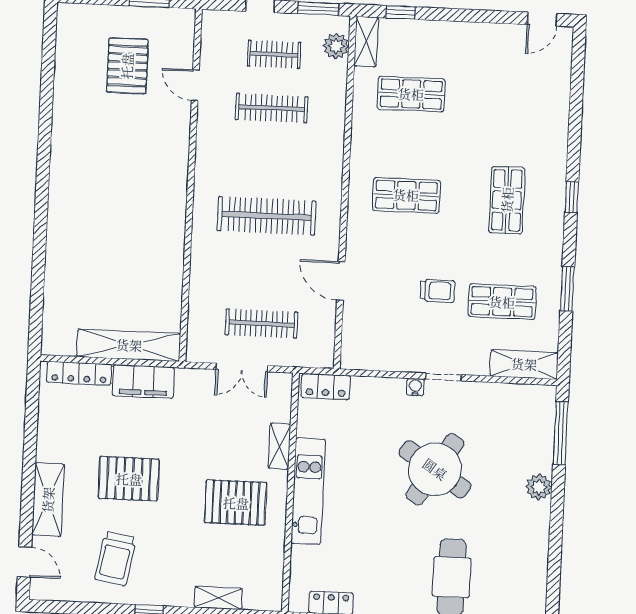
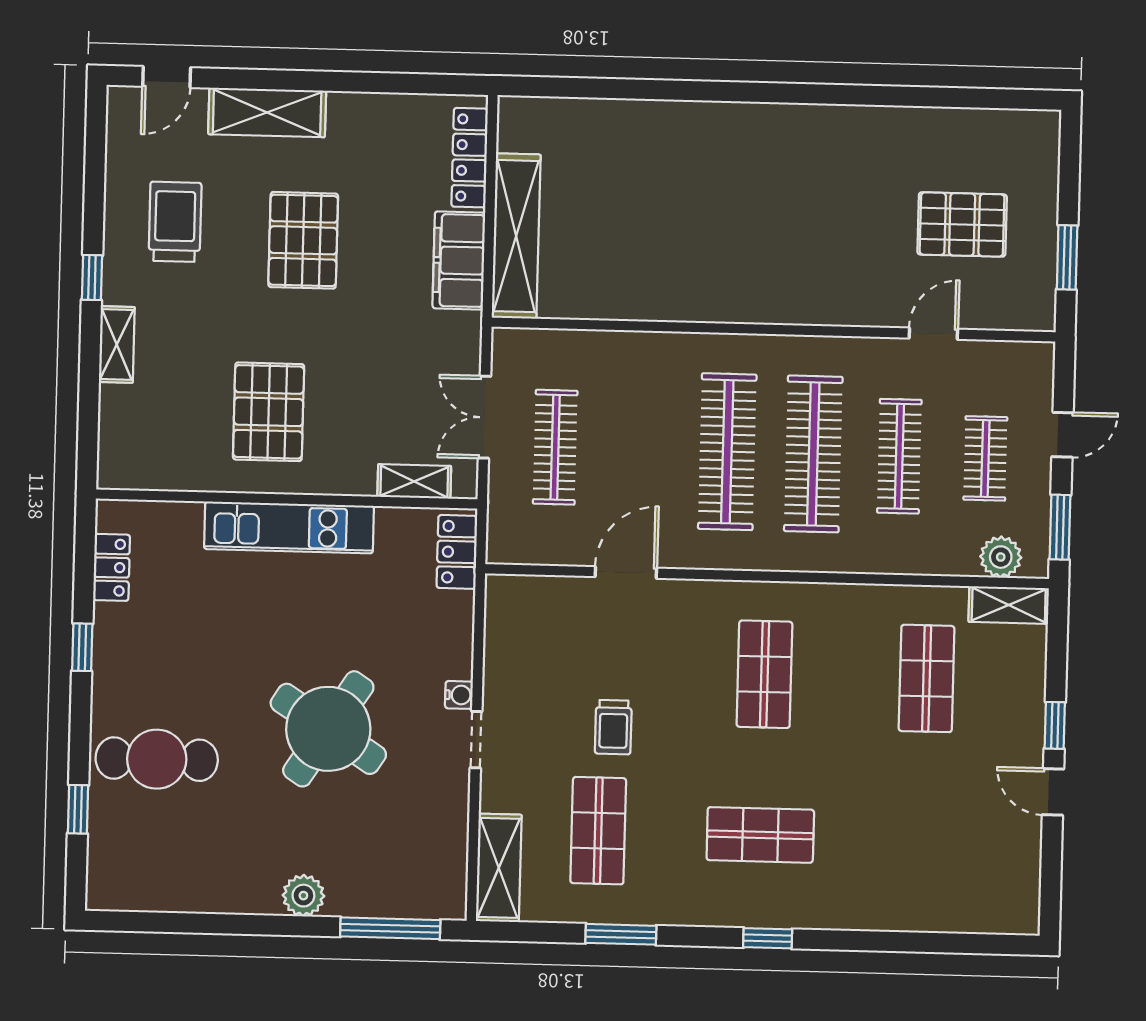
window: (401, 12) -> (1055, 725), moved
door: (542, 19) -> (1053, 792), moved
clothes rail: (269, 162) -> (813, 454), added
shelving: (279, 446) -> (414, 481), moved
trolley: (115, 559) -> (175, 222), turned 80
shelving: (218, 598) -> (117, 344), moved

